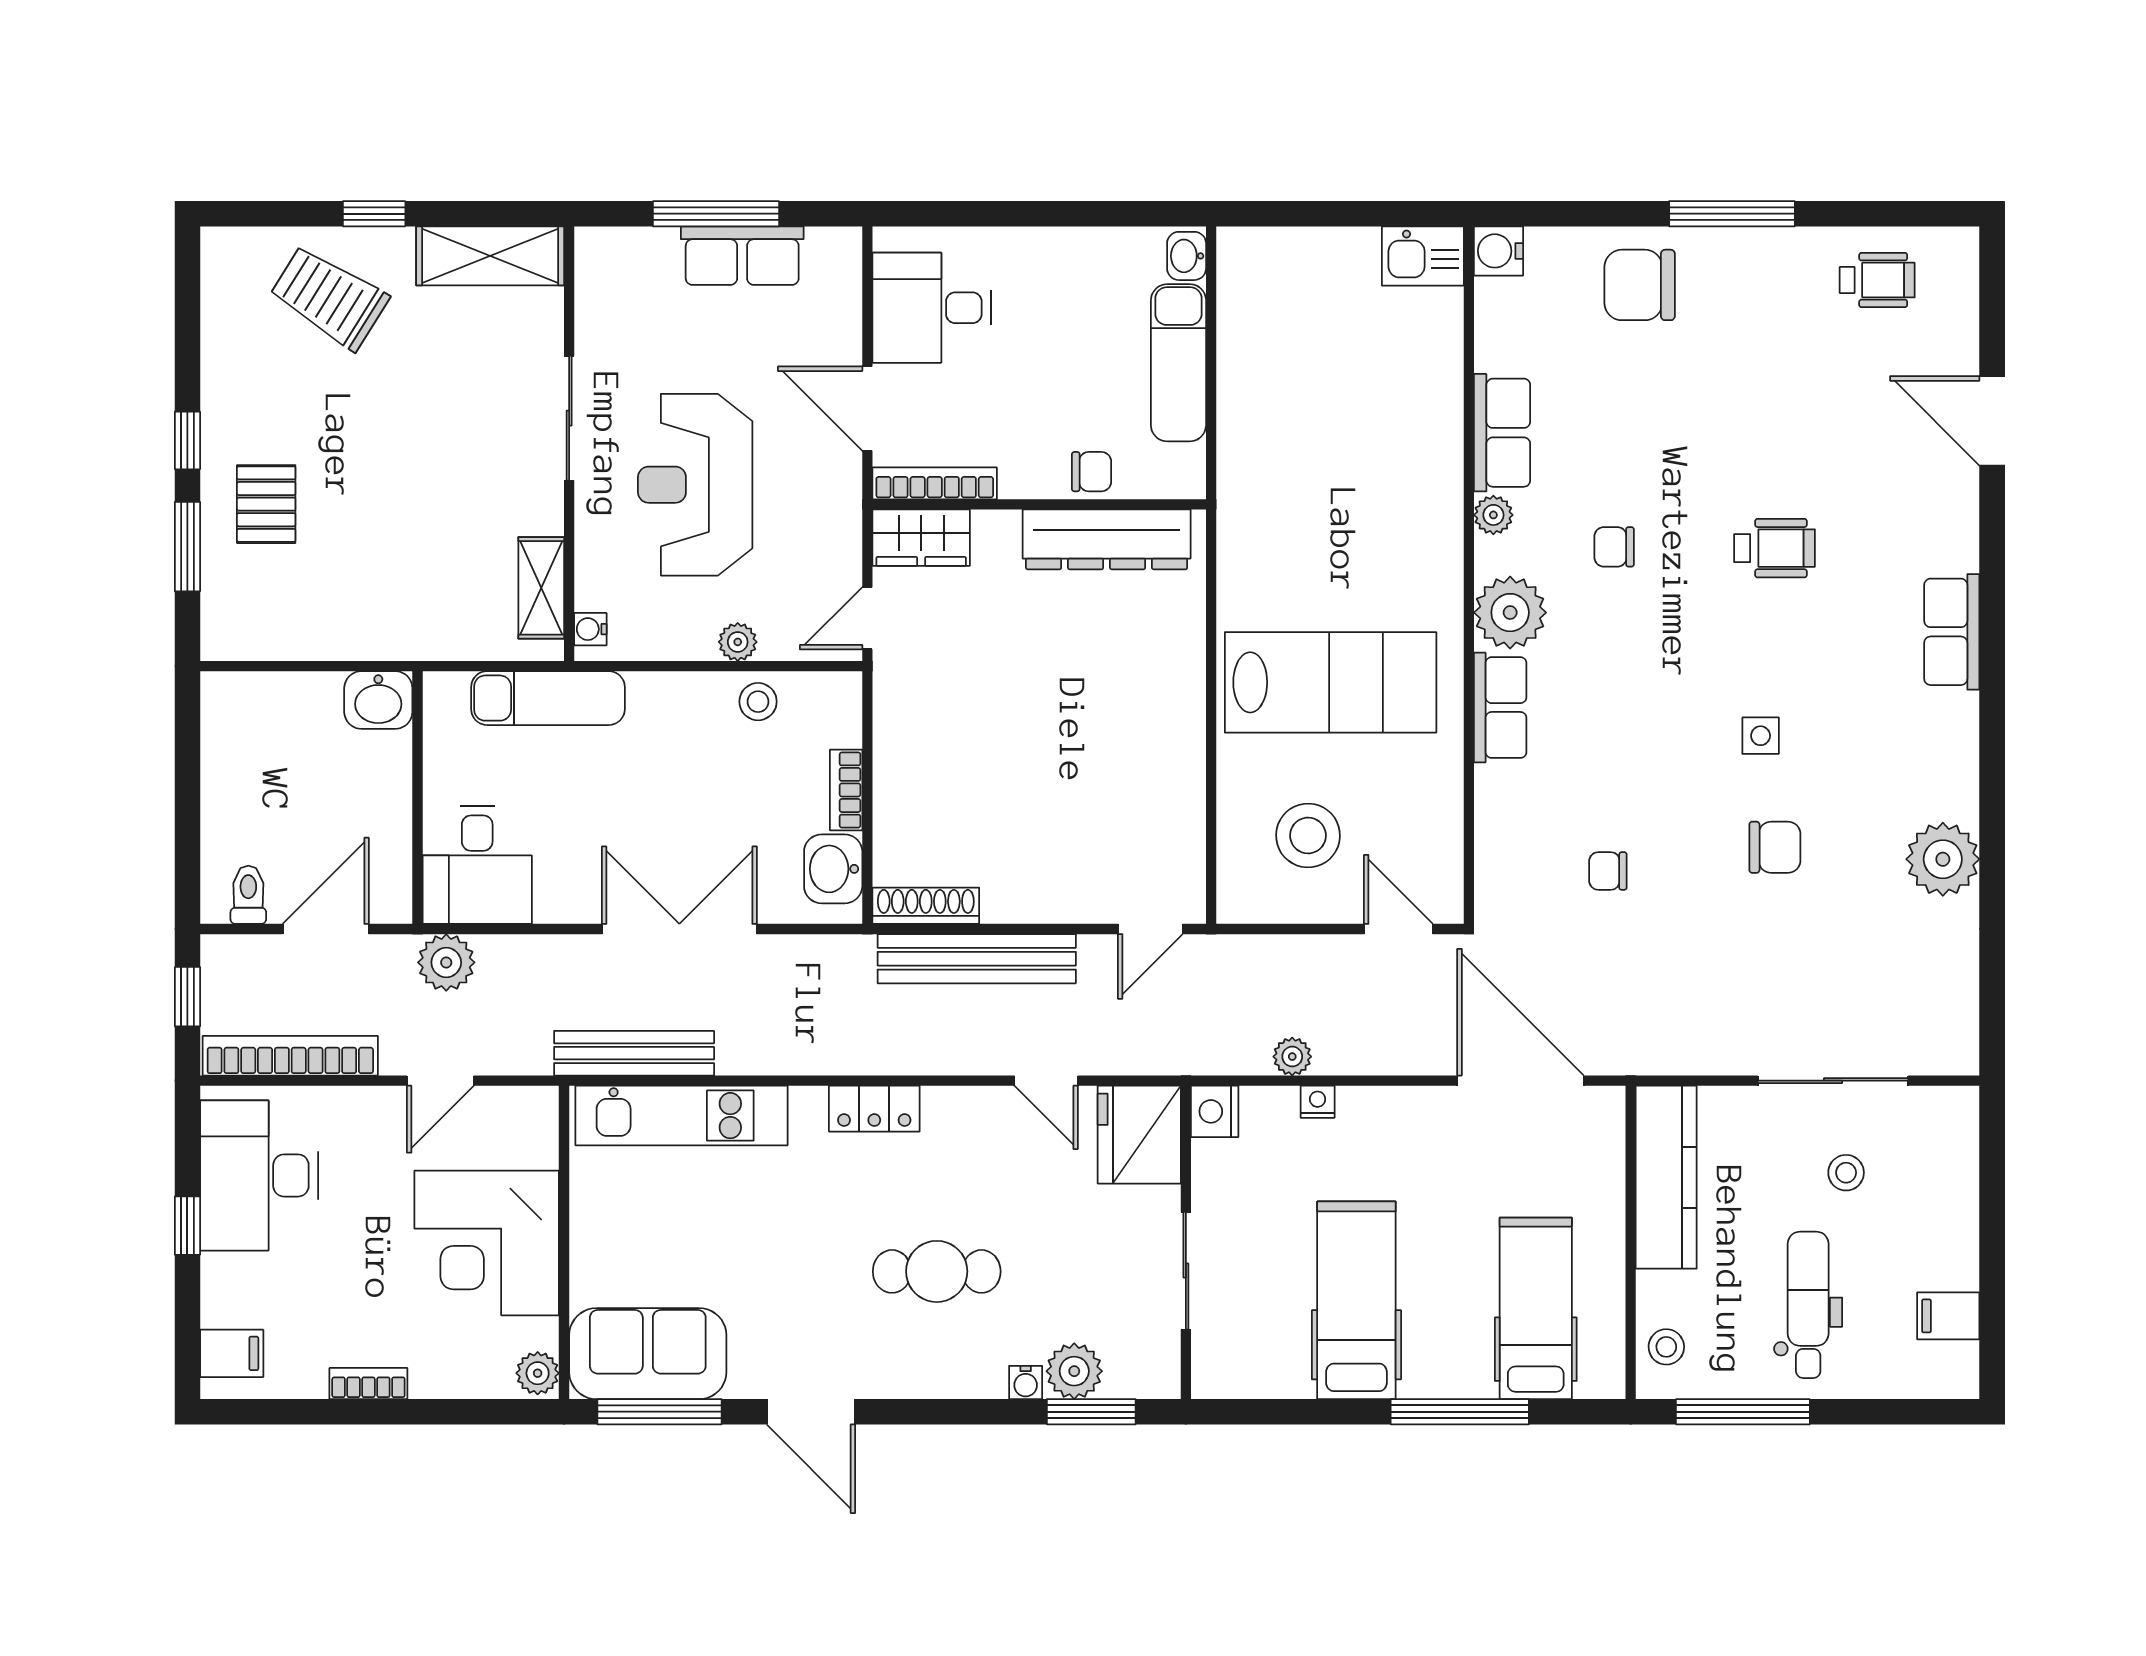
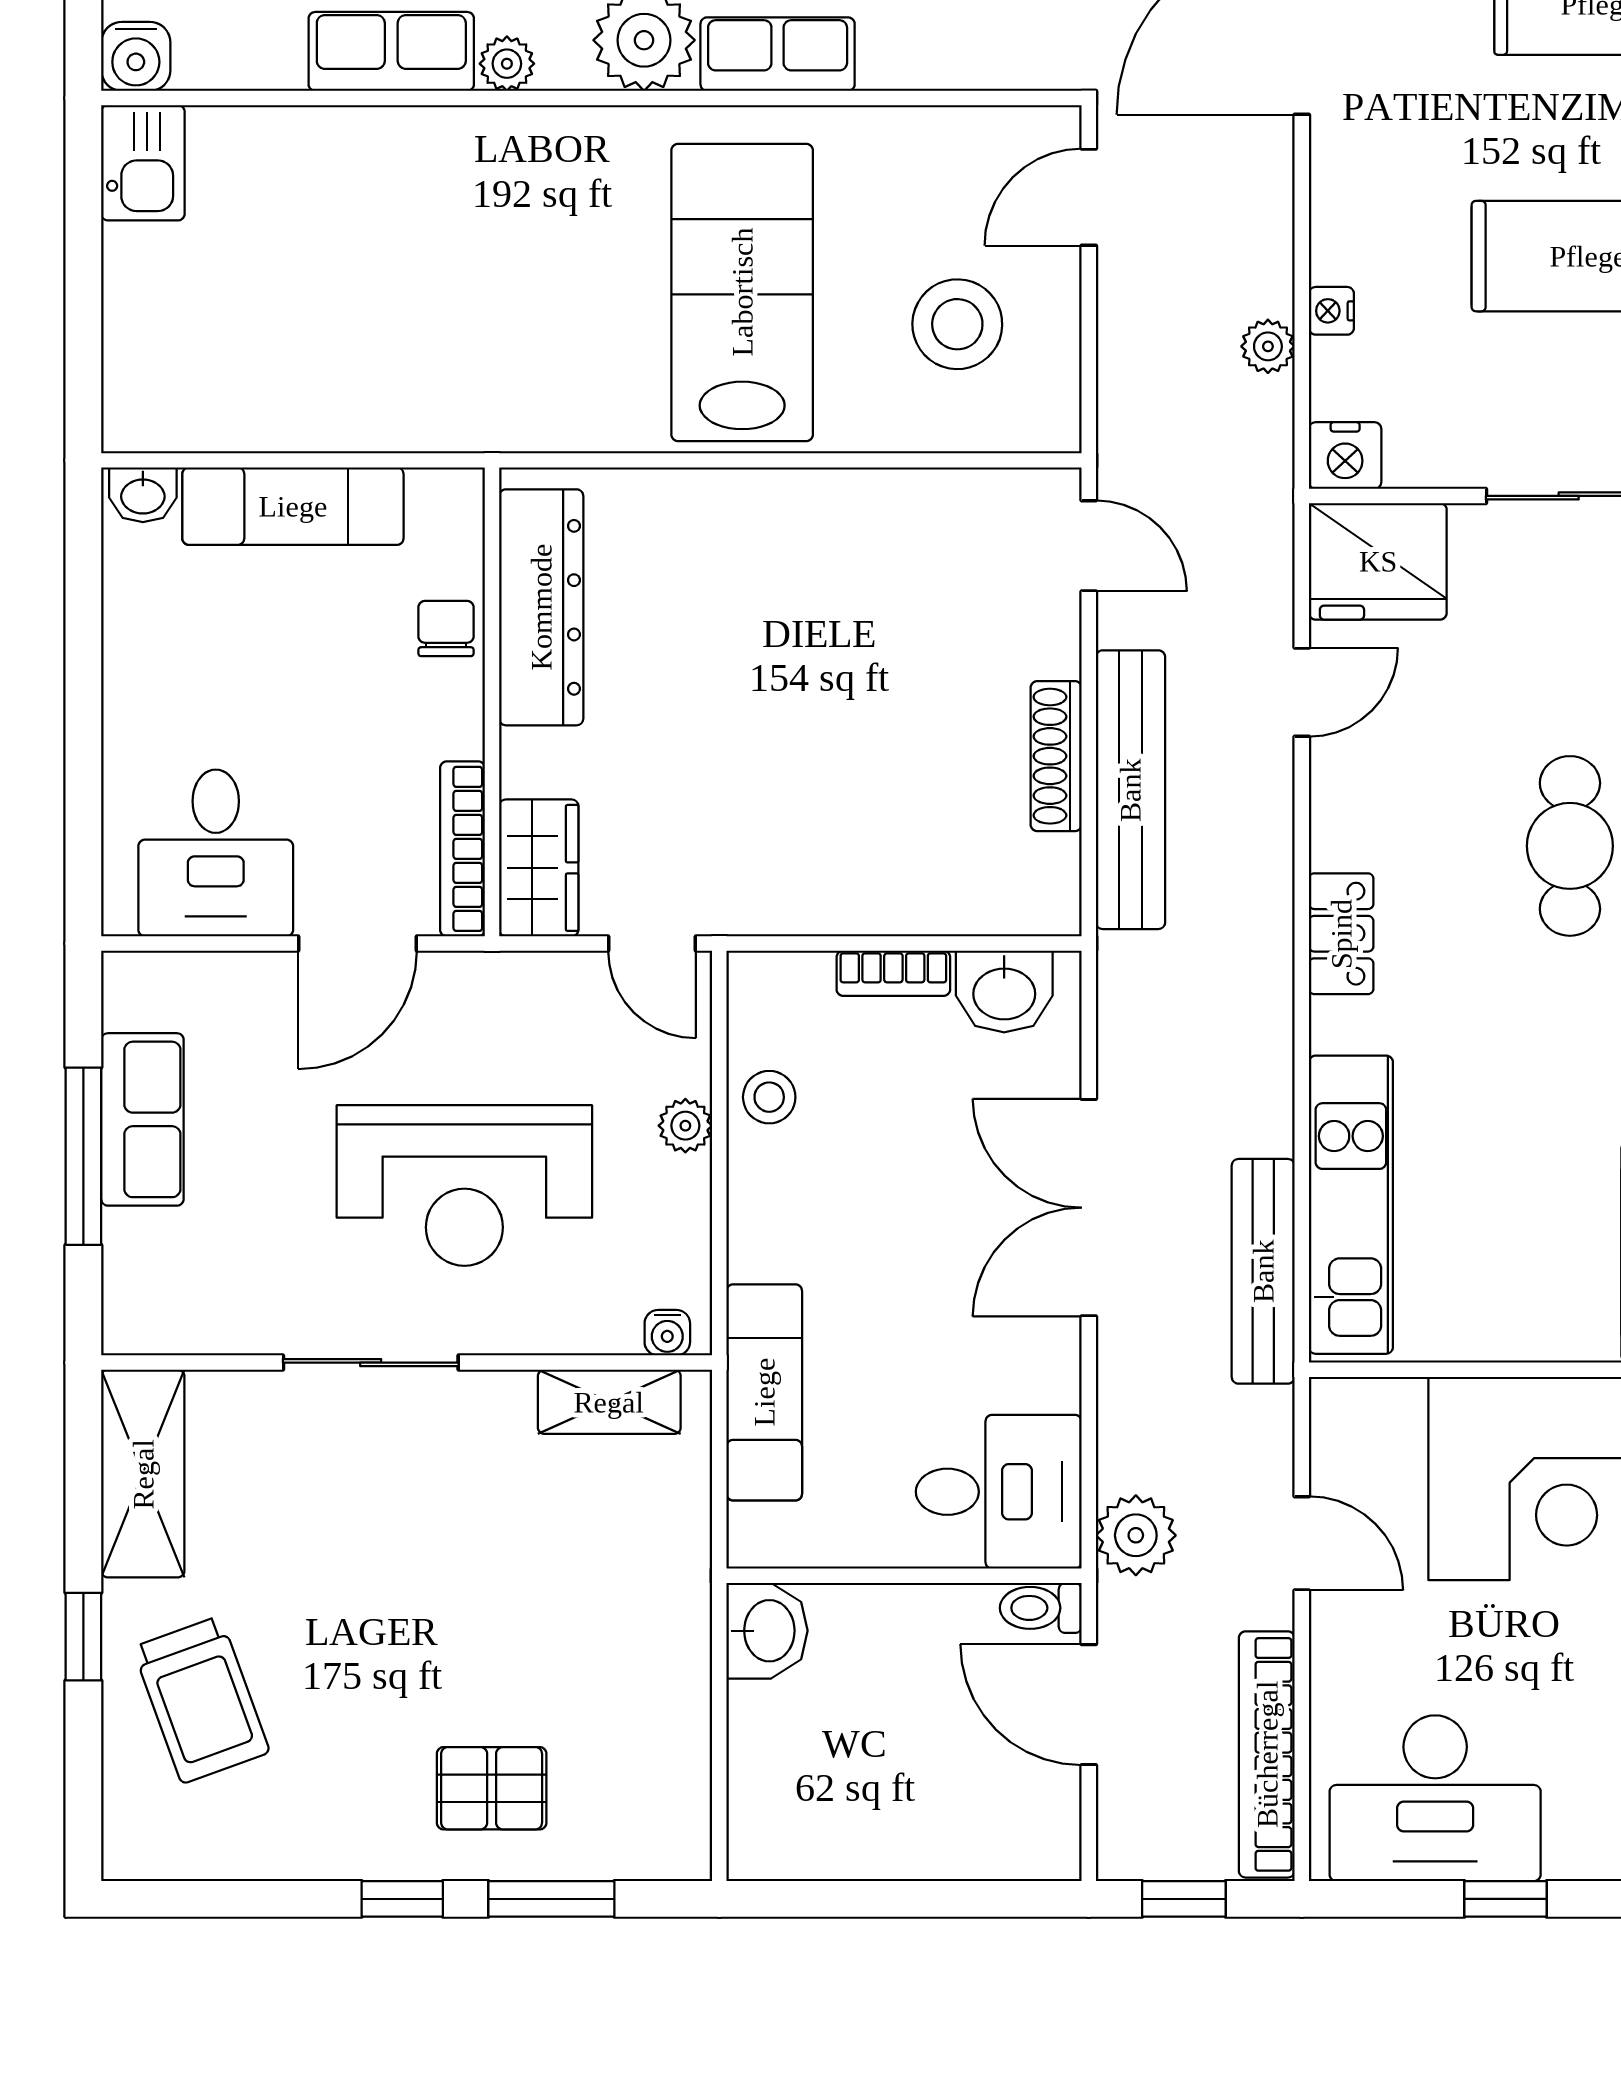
trolley: (329, 297) -> (201, 1700), turned -52
toilet: (248, 895) -> (1041, 1608), moved
shoe rack: (926, 906) -> (1056, 756), moved

